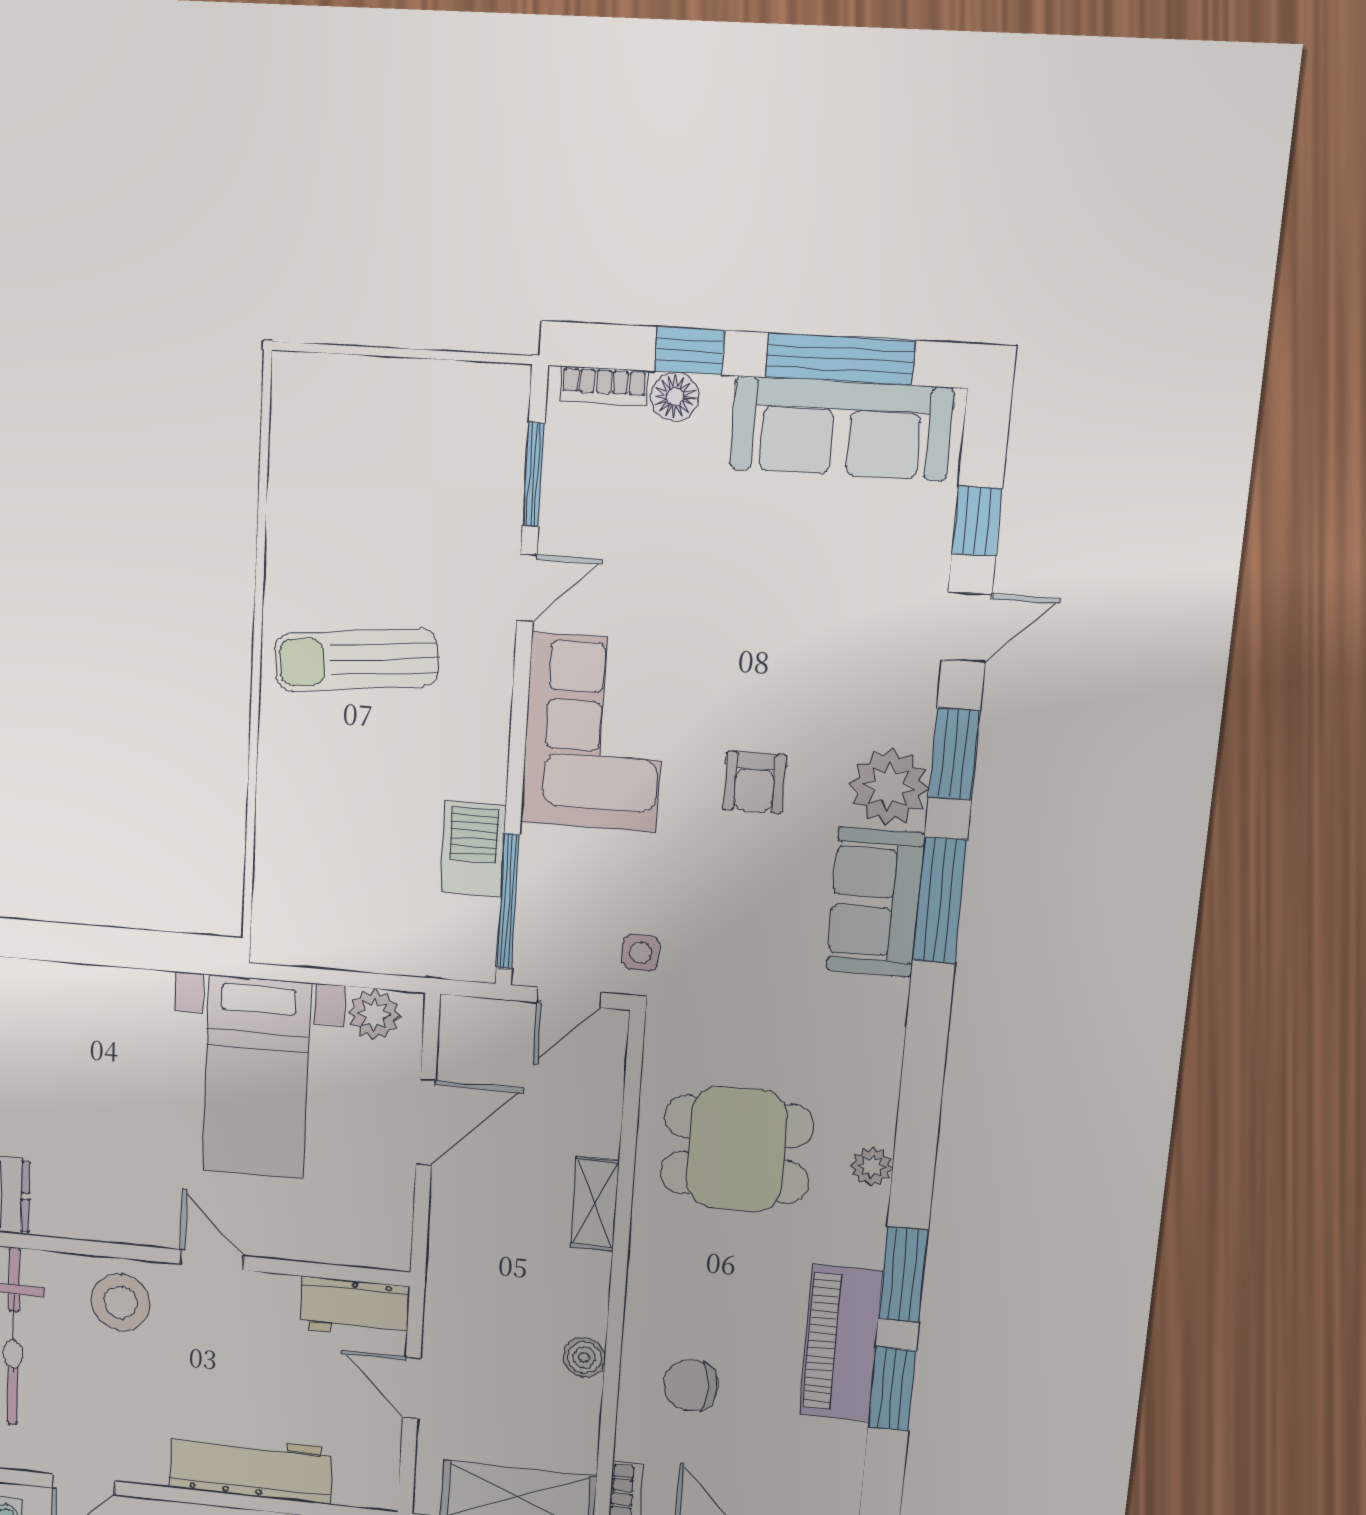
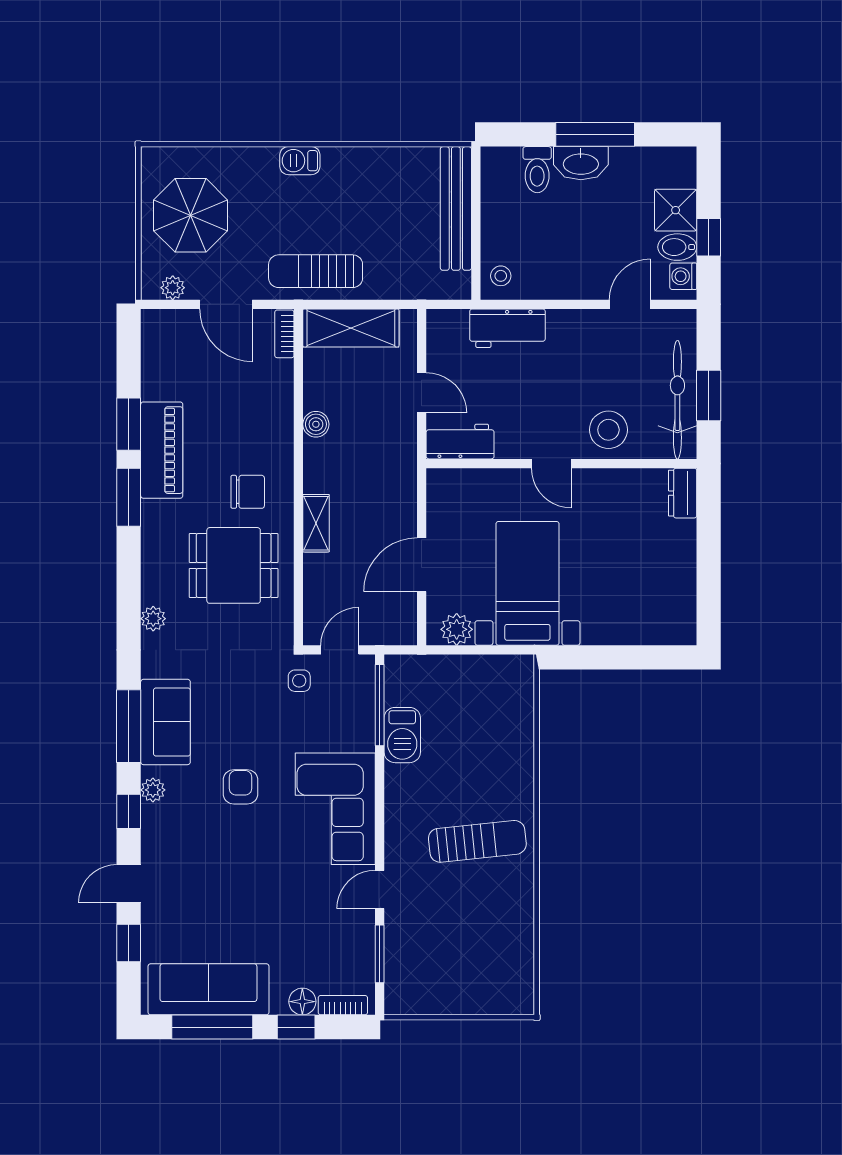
window: (954, 754) -> (129, 811), width x0.67
plant: (889, 787) -> (153, 790), width x0.53, depth x0.53
plant: (872, 1166) -> (153, 619), moved
chair: (691, 1385) -> (248, 492), moved
workbench: (251, 1467) -> (507, 328), width x0.73

